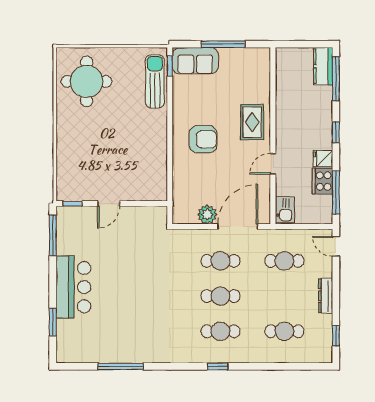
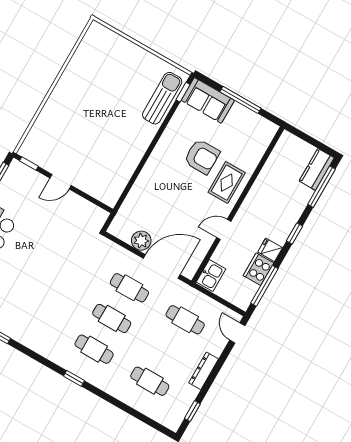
round table: (87, 81) -> (103, 64), removed
armchair: (203, 139) -> (202, 157), moved

